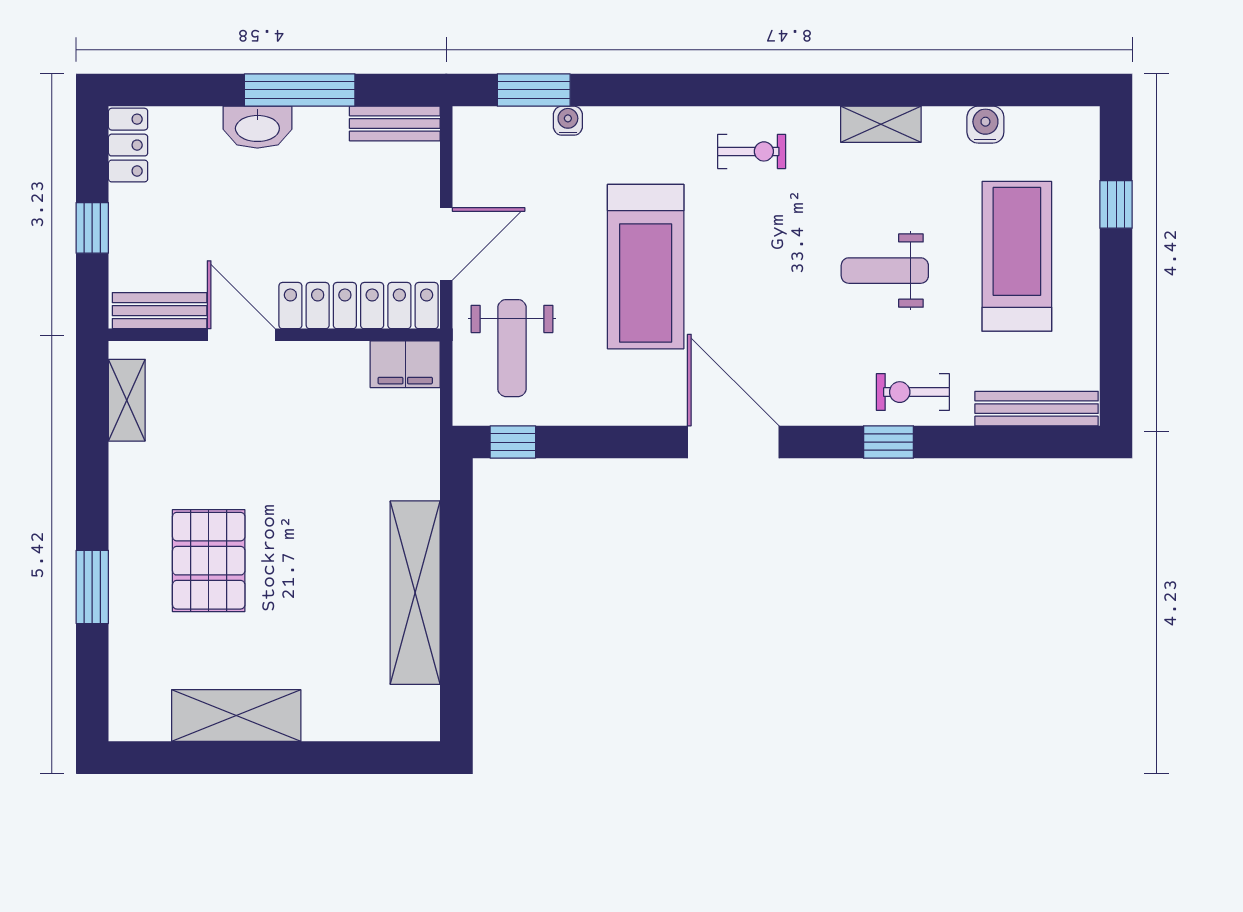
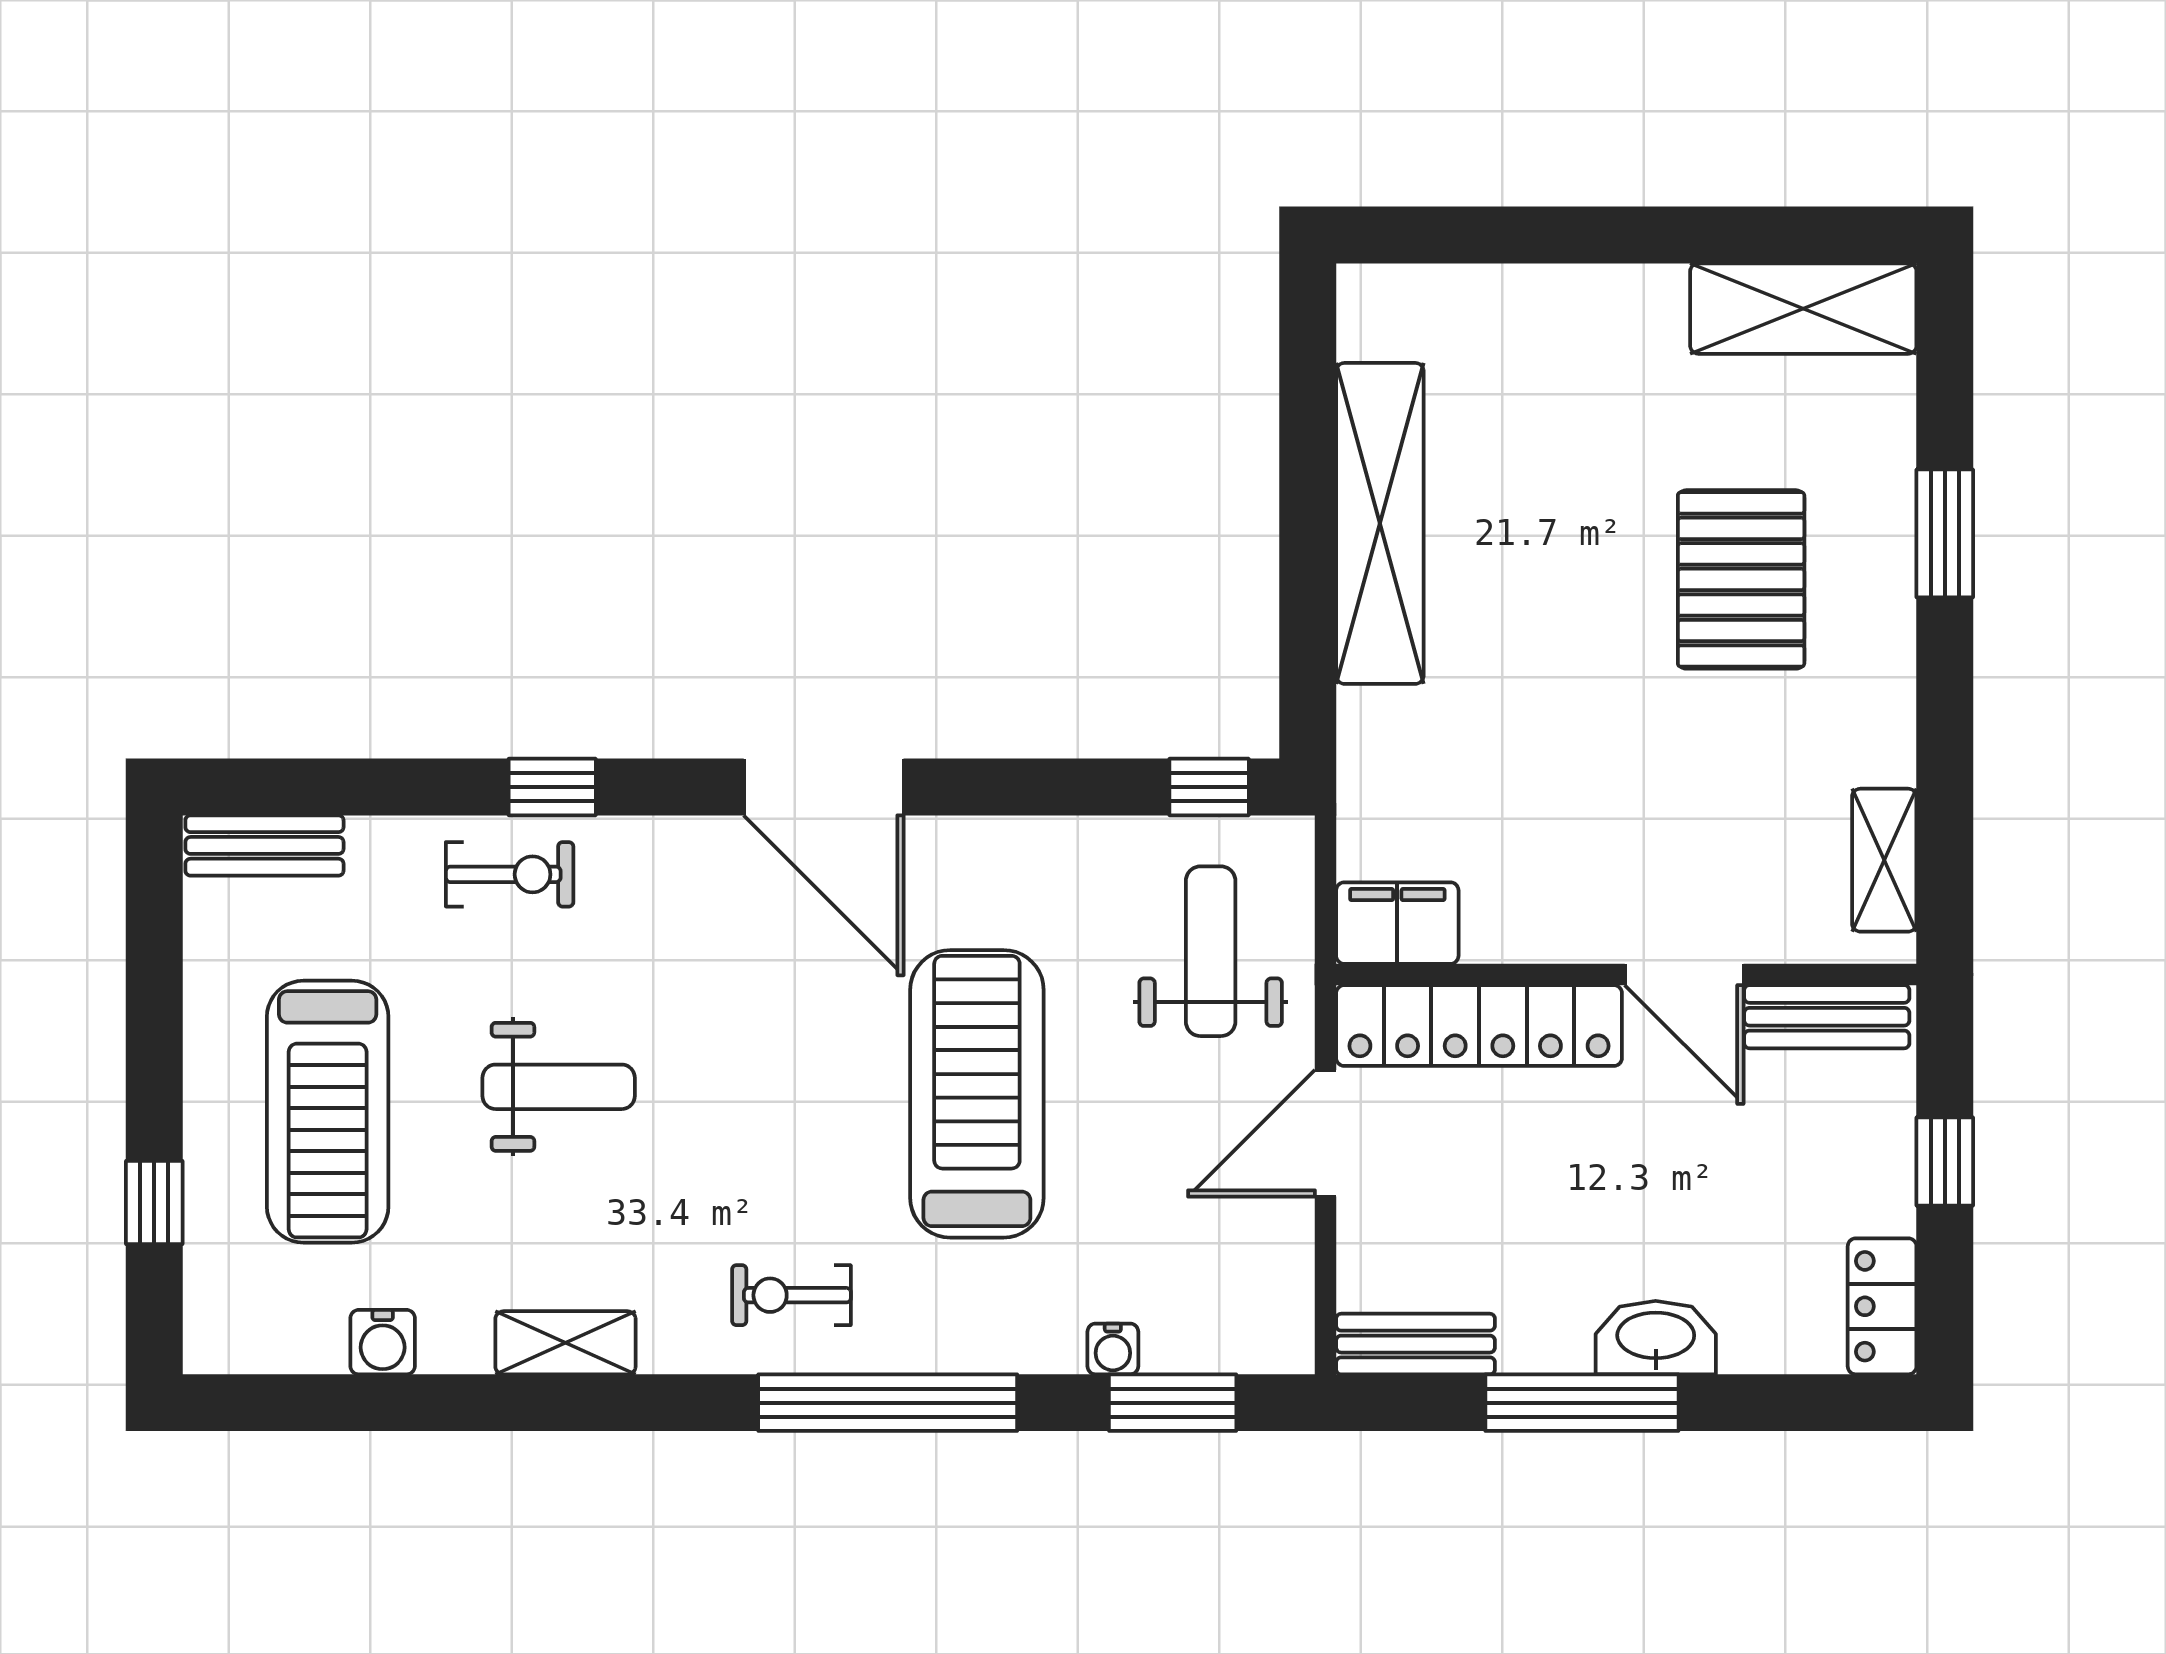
window: (697, 90) -> (888, 1403), added
bench: (1037, 409) -> (264, 845), width x0.73
shelving: (236, 716) -> (1803, 309), moved

